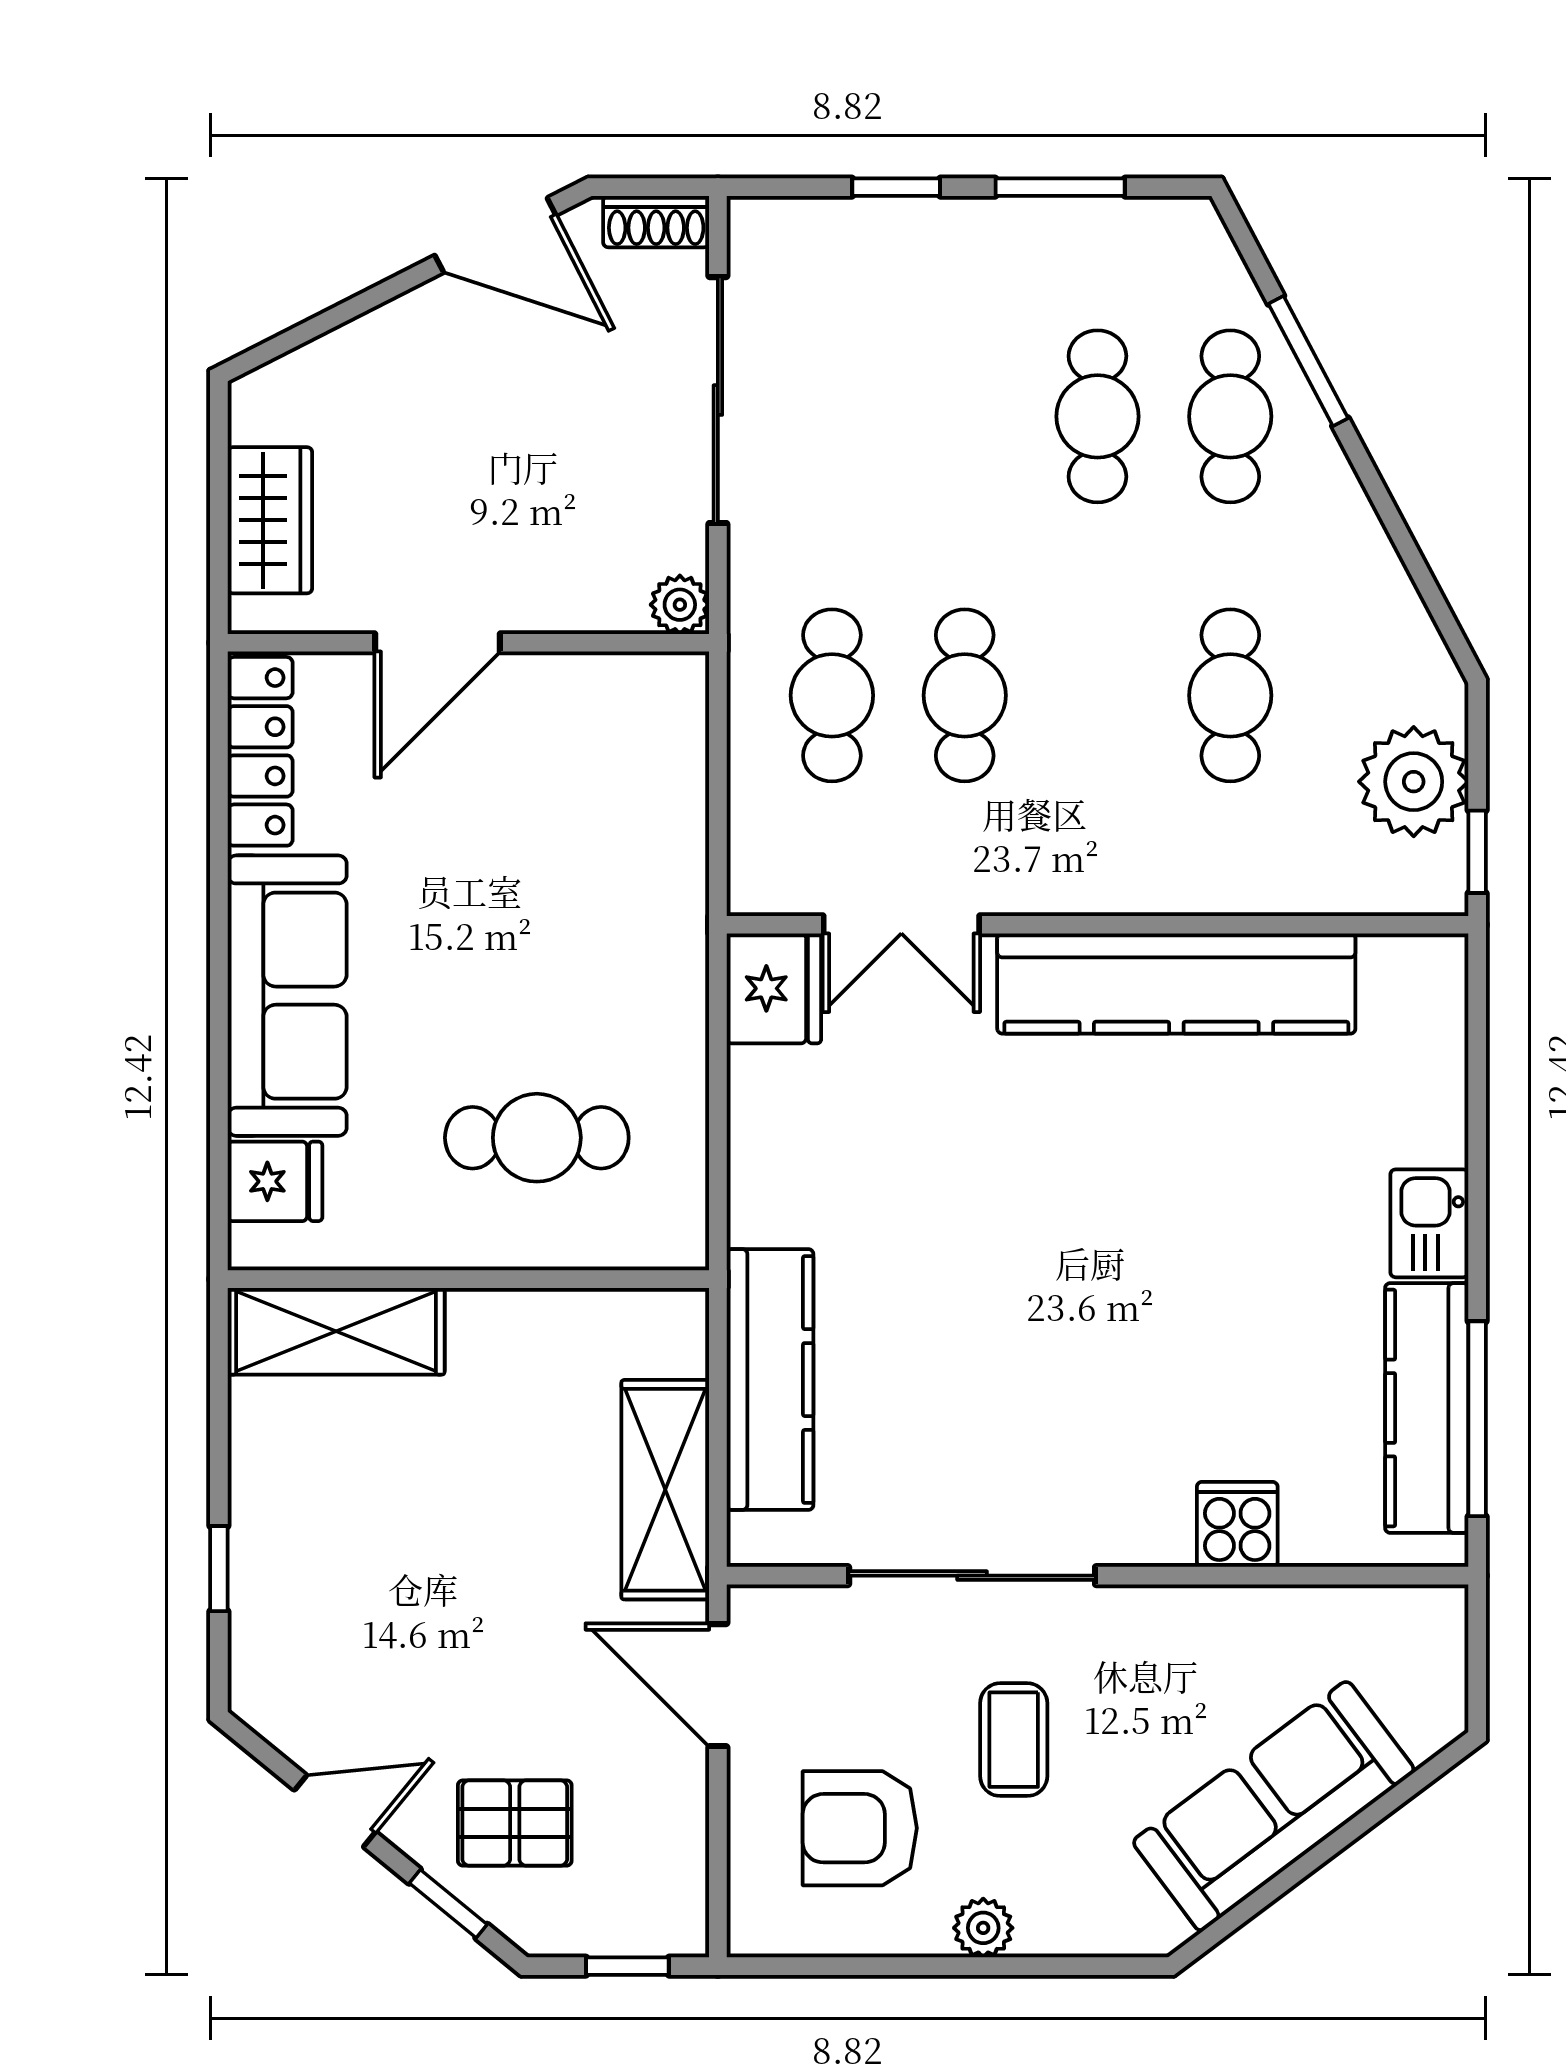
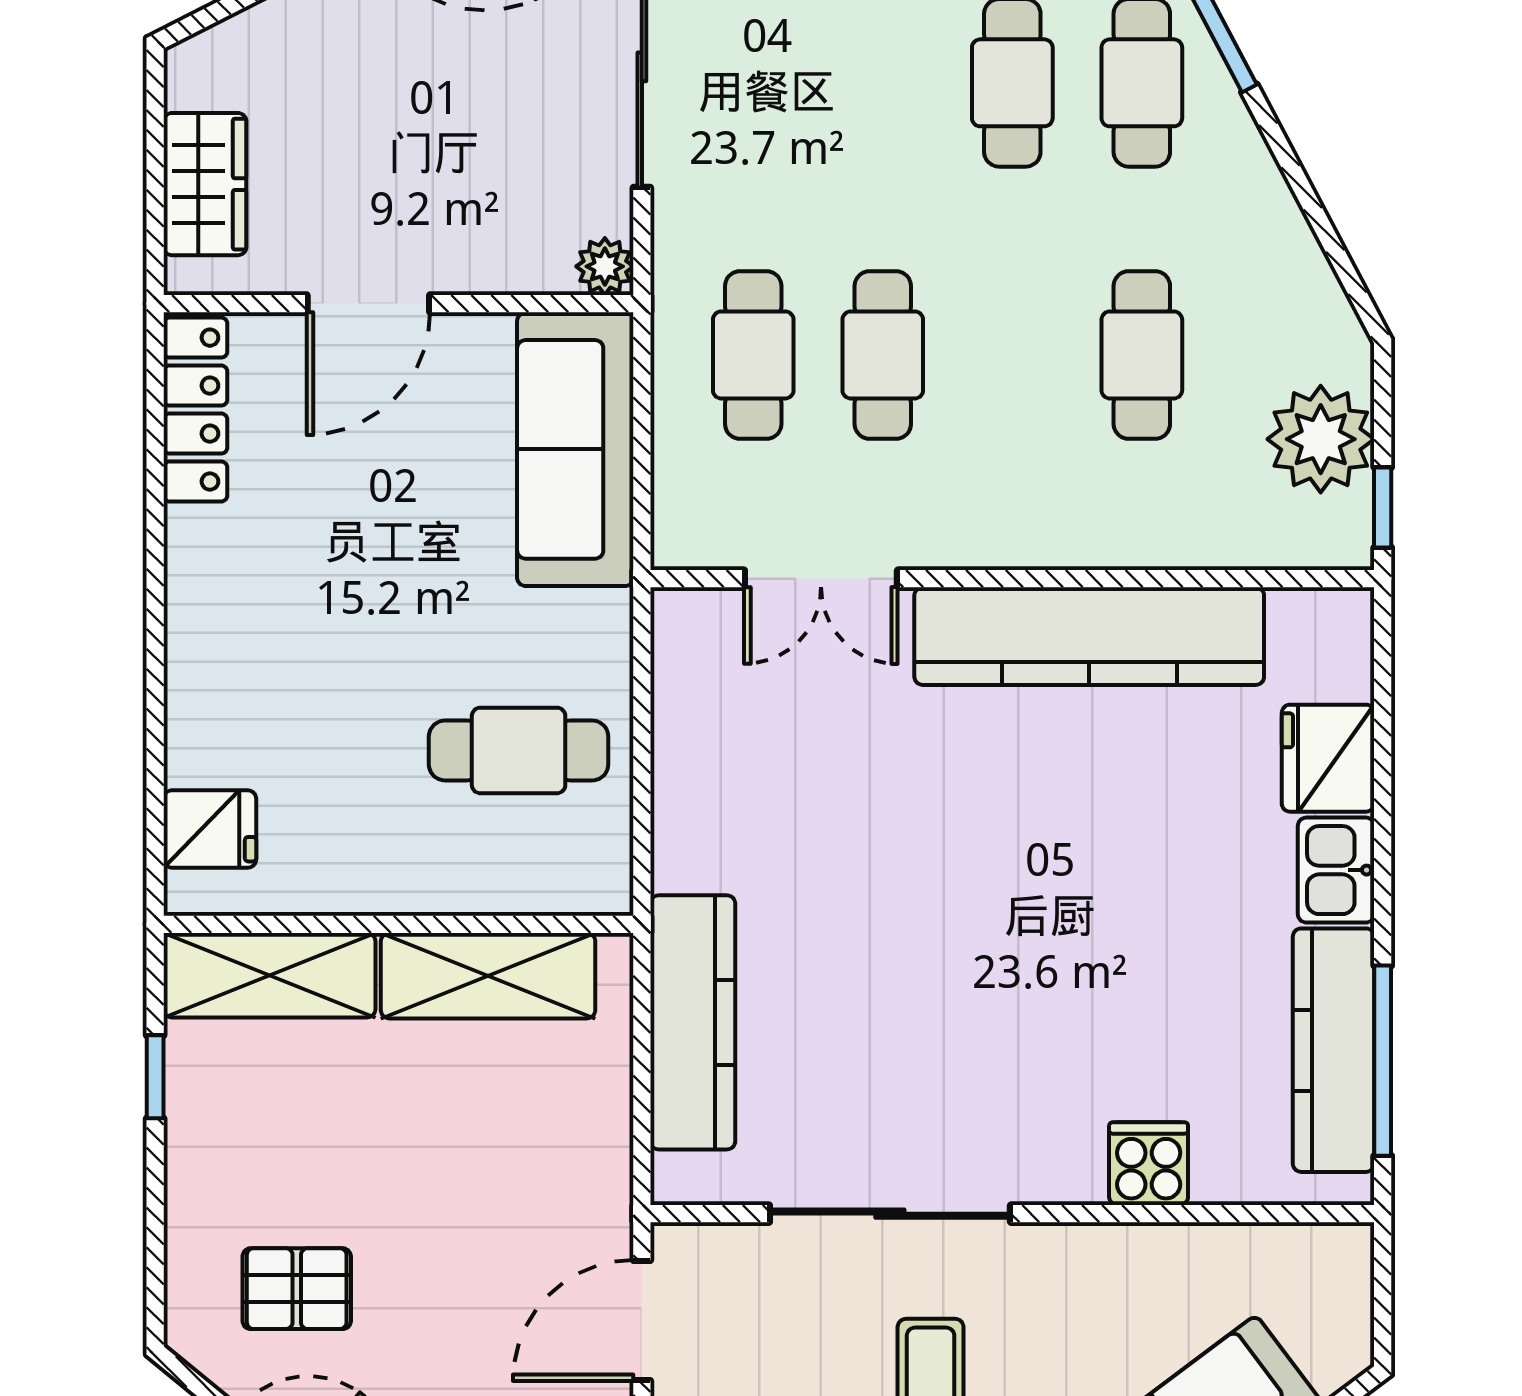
fridge: (774, 988) -> (1328, 758), moved, turned 180
sofa: (287, 996) -> (575, 449), moved, turned 180
cafe table: (537, 1138) -> (519, 750), moved
shelving: (665, 1490) -> (488, 976), moved, turned 90
window: (219, 1569) -> (155, 1077), moved
pallet: (364, 1652) -> (297, 1289), added
door: (718, 1685) -> (642, 1321), hinge flipped

